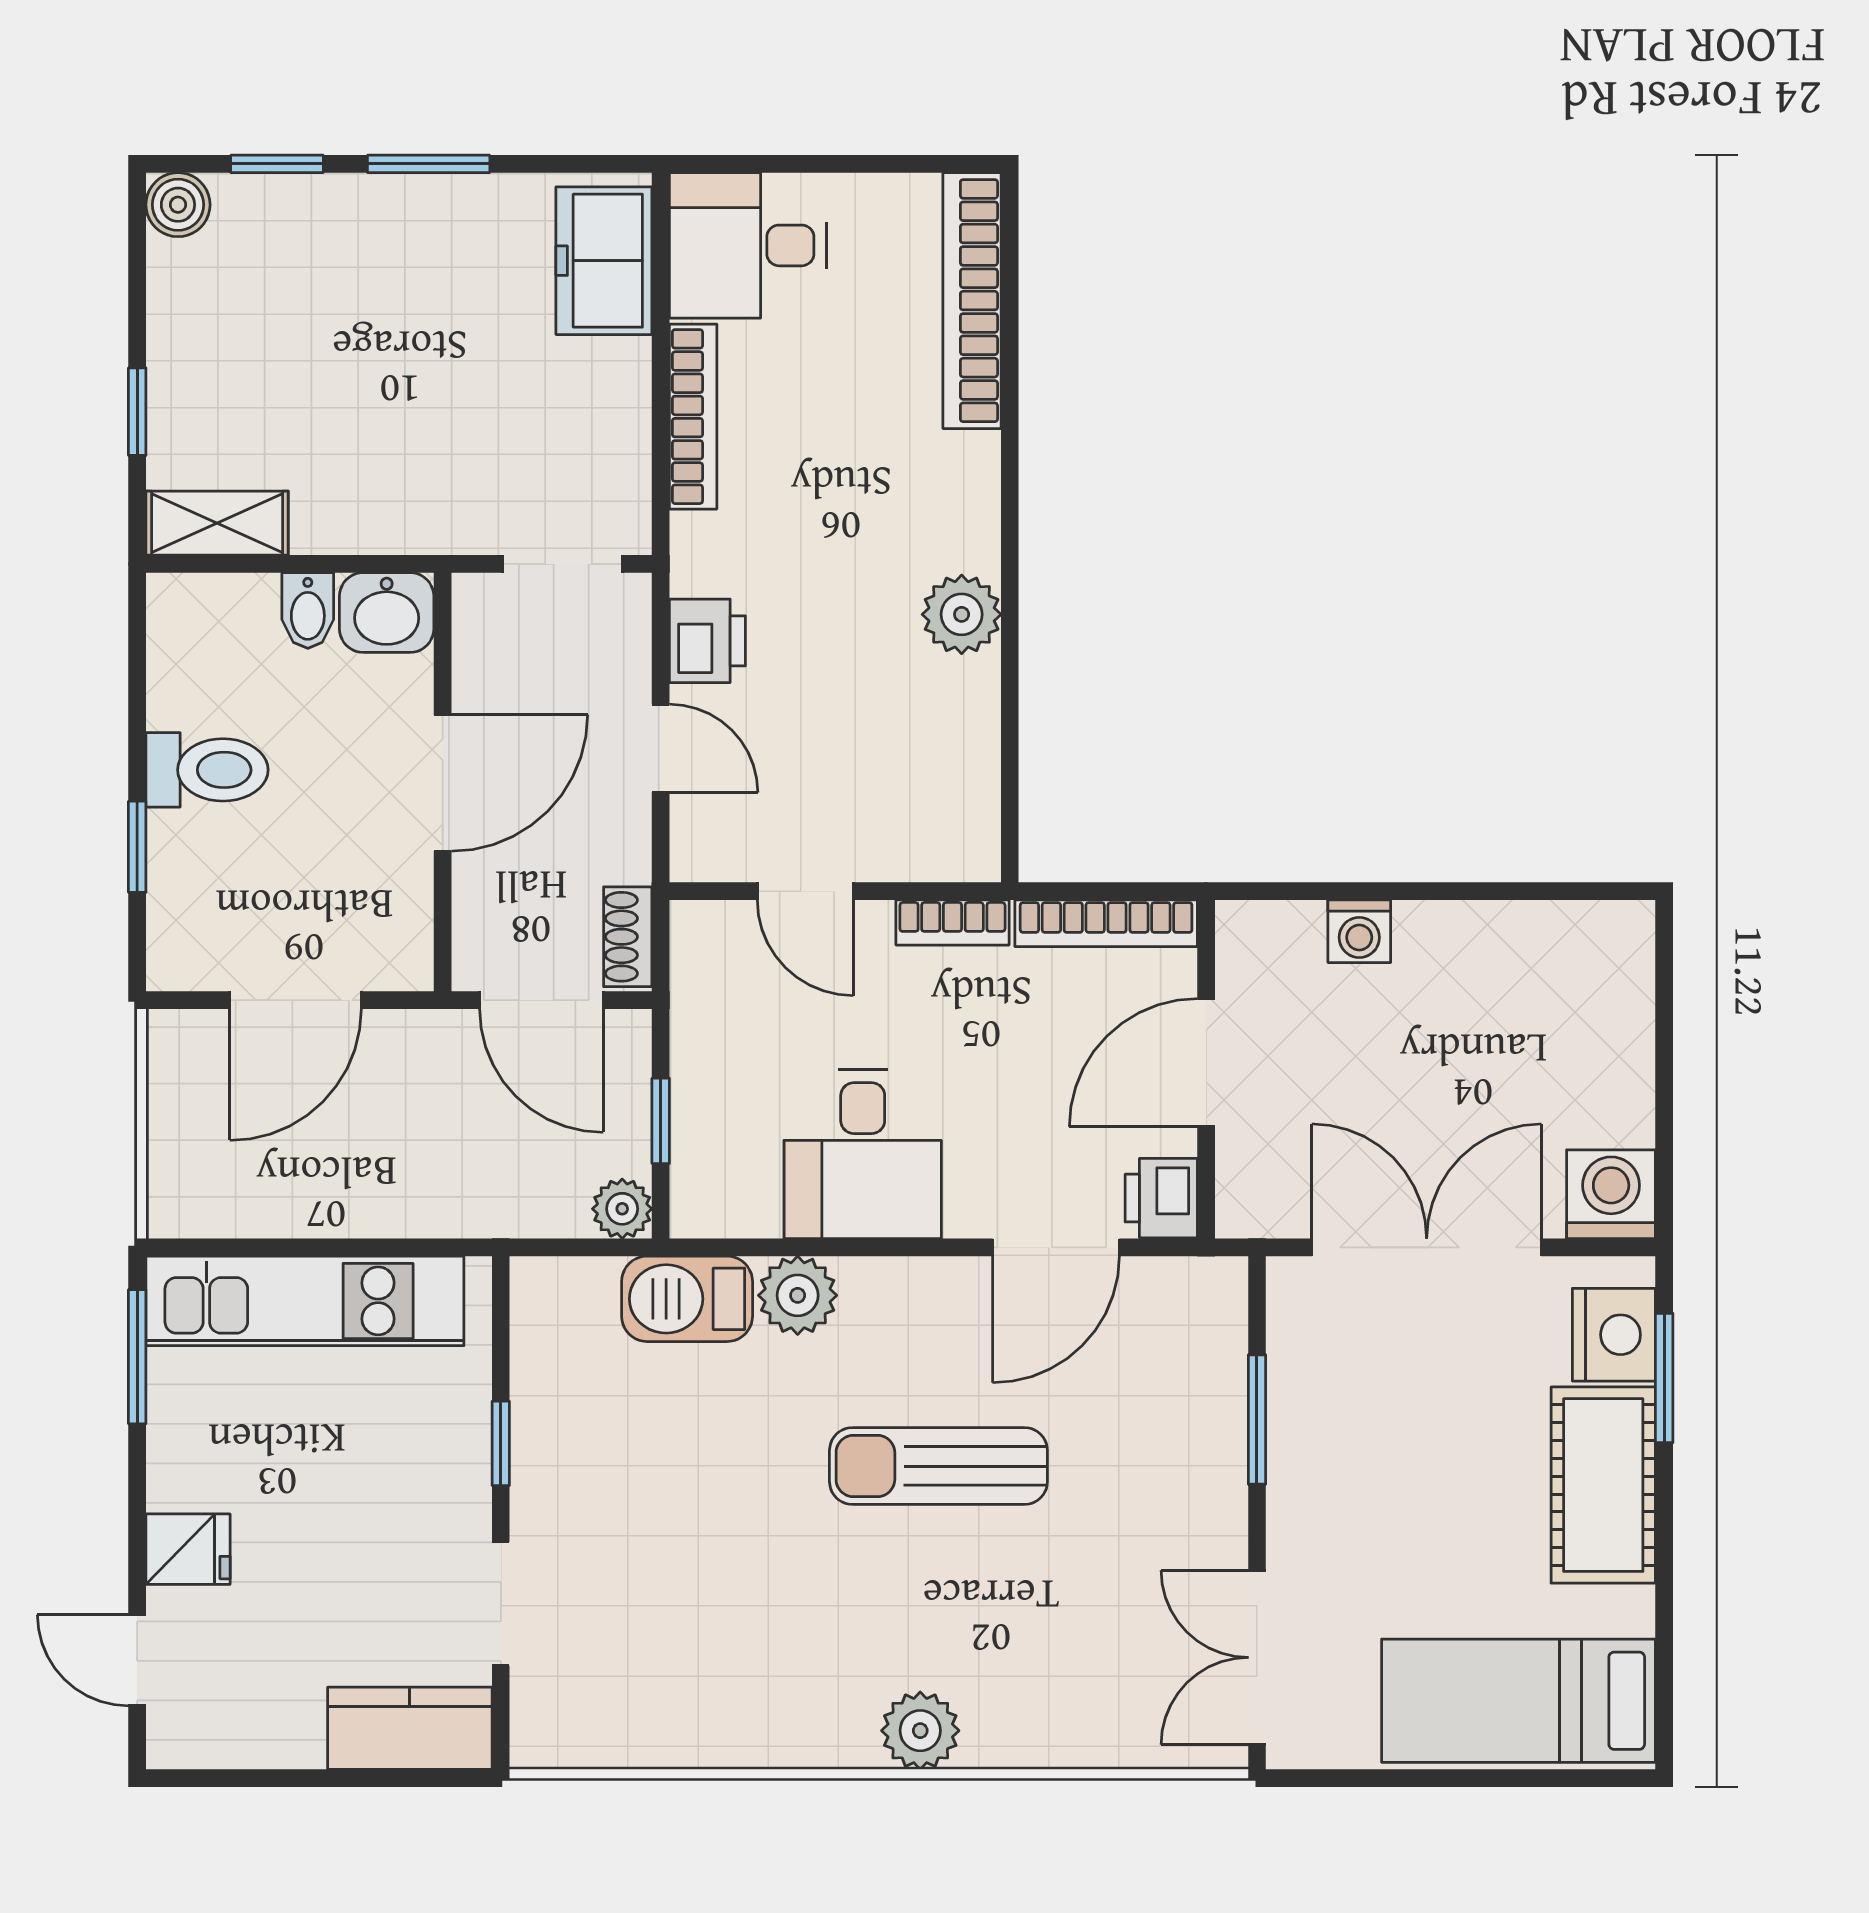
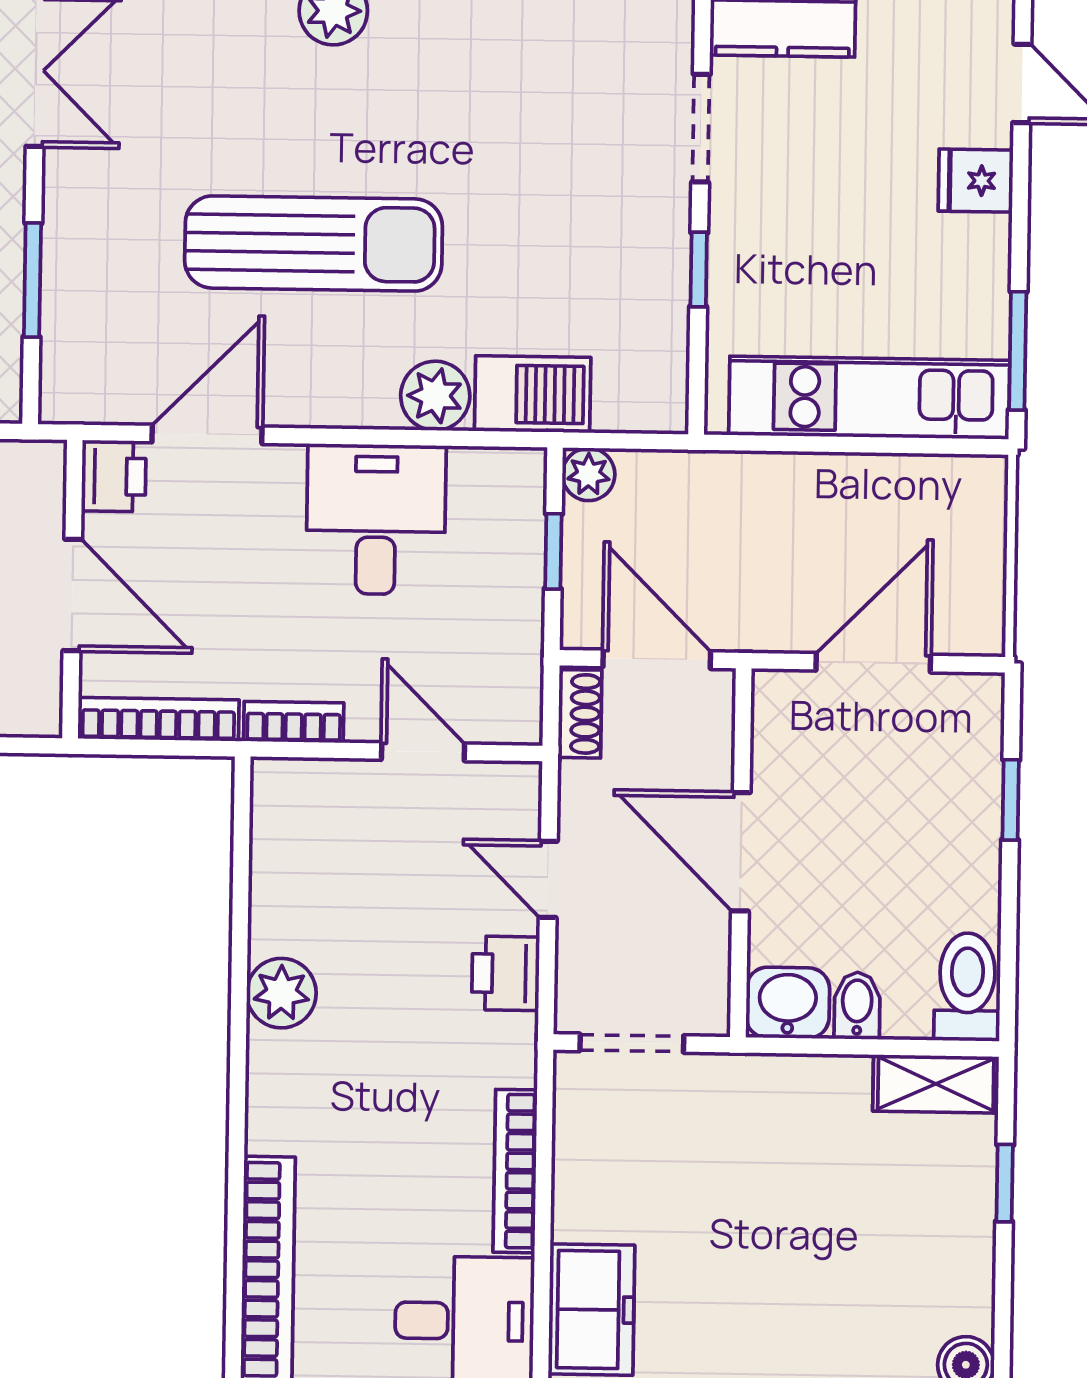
toilet: (207, 770) -> (967, 987), moved, turned 90
door: (443, 783) -> (741, 852), hinge flipped
door: (1206, 1063) -> (72, 595), hinge flipped
sun lounger: (938, 1466) -> (314, 243), width x1.36, depth x1.34

